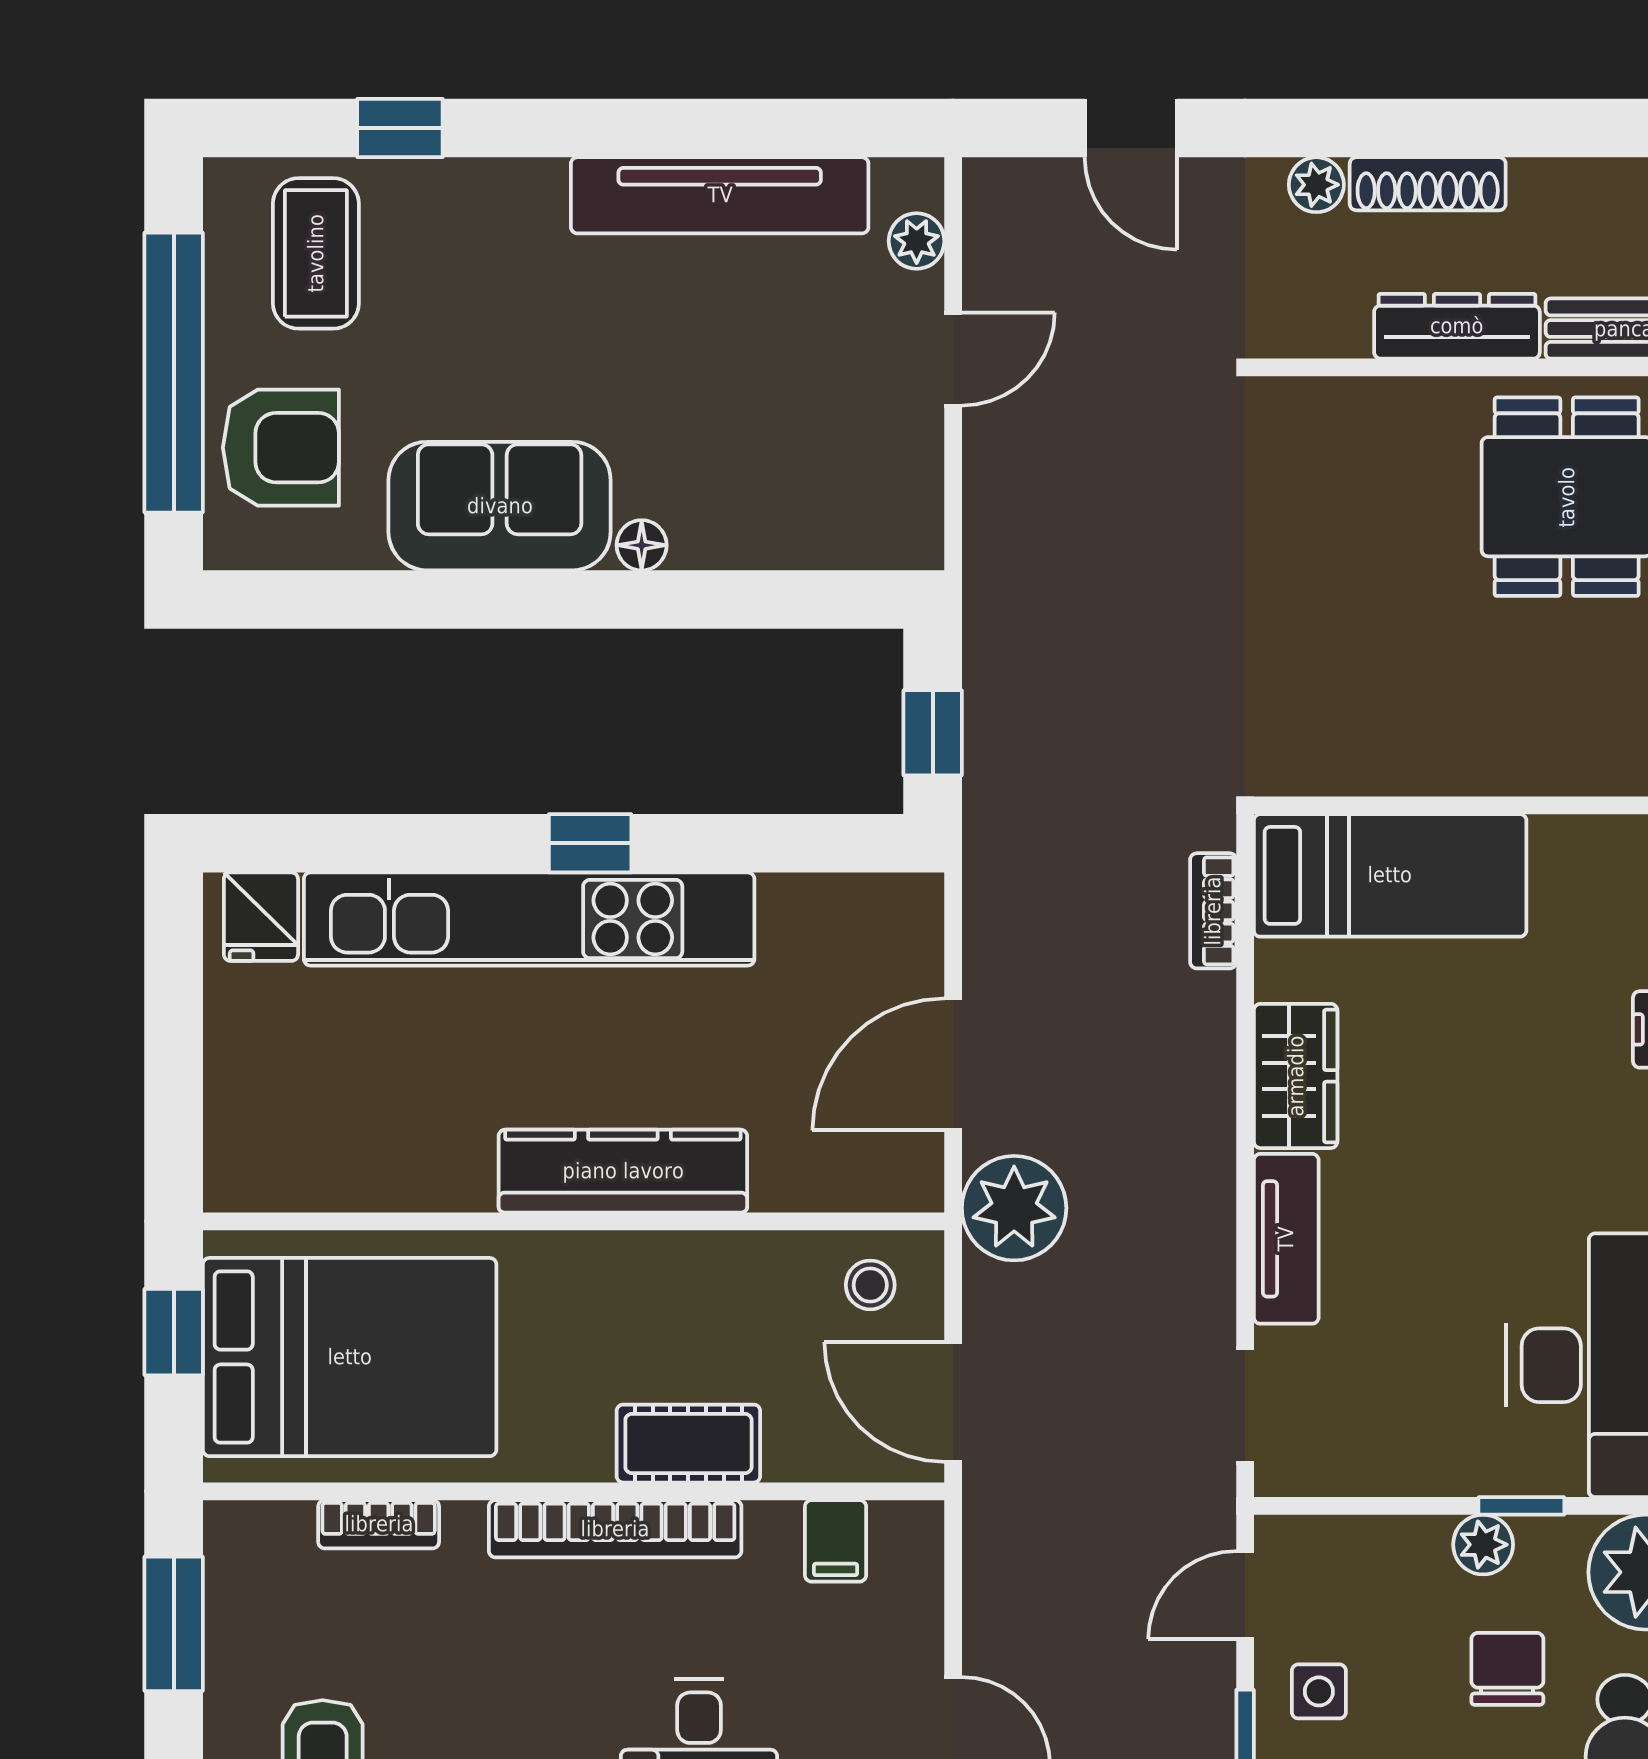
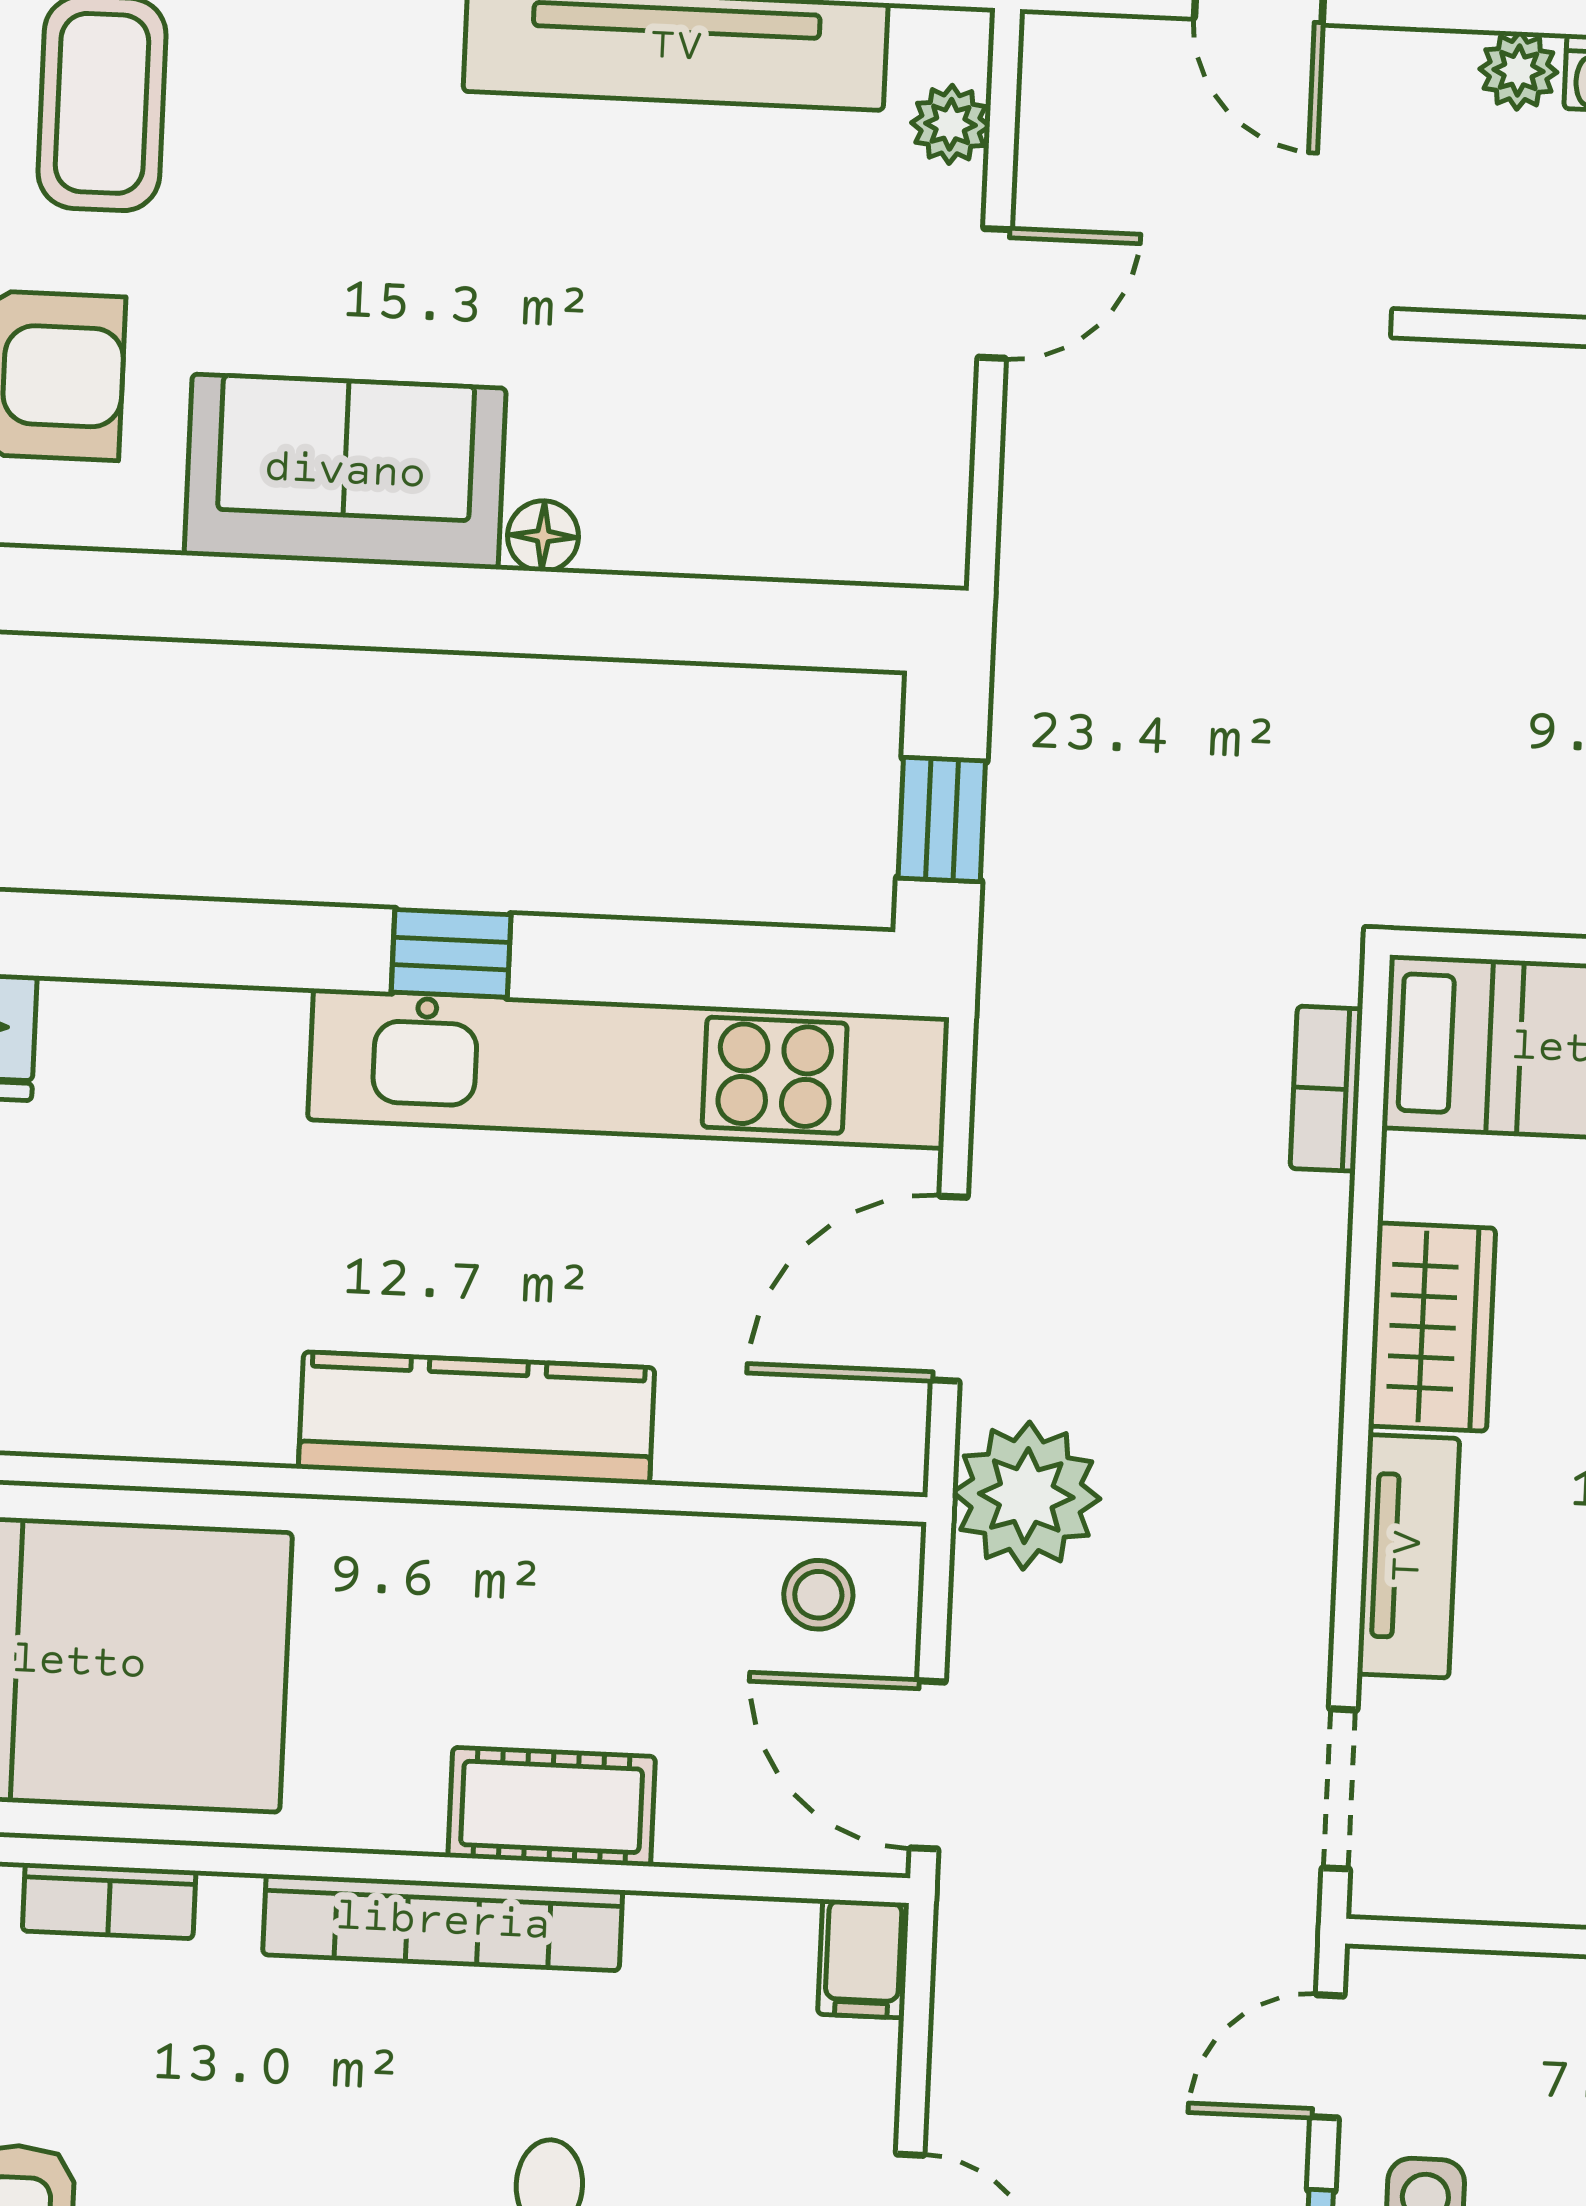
kitchen unit: (529, 919) -> (628, 1069), moved
filing cabinet: (836, 1541) -> (863, 1959), moved

